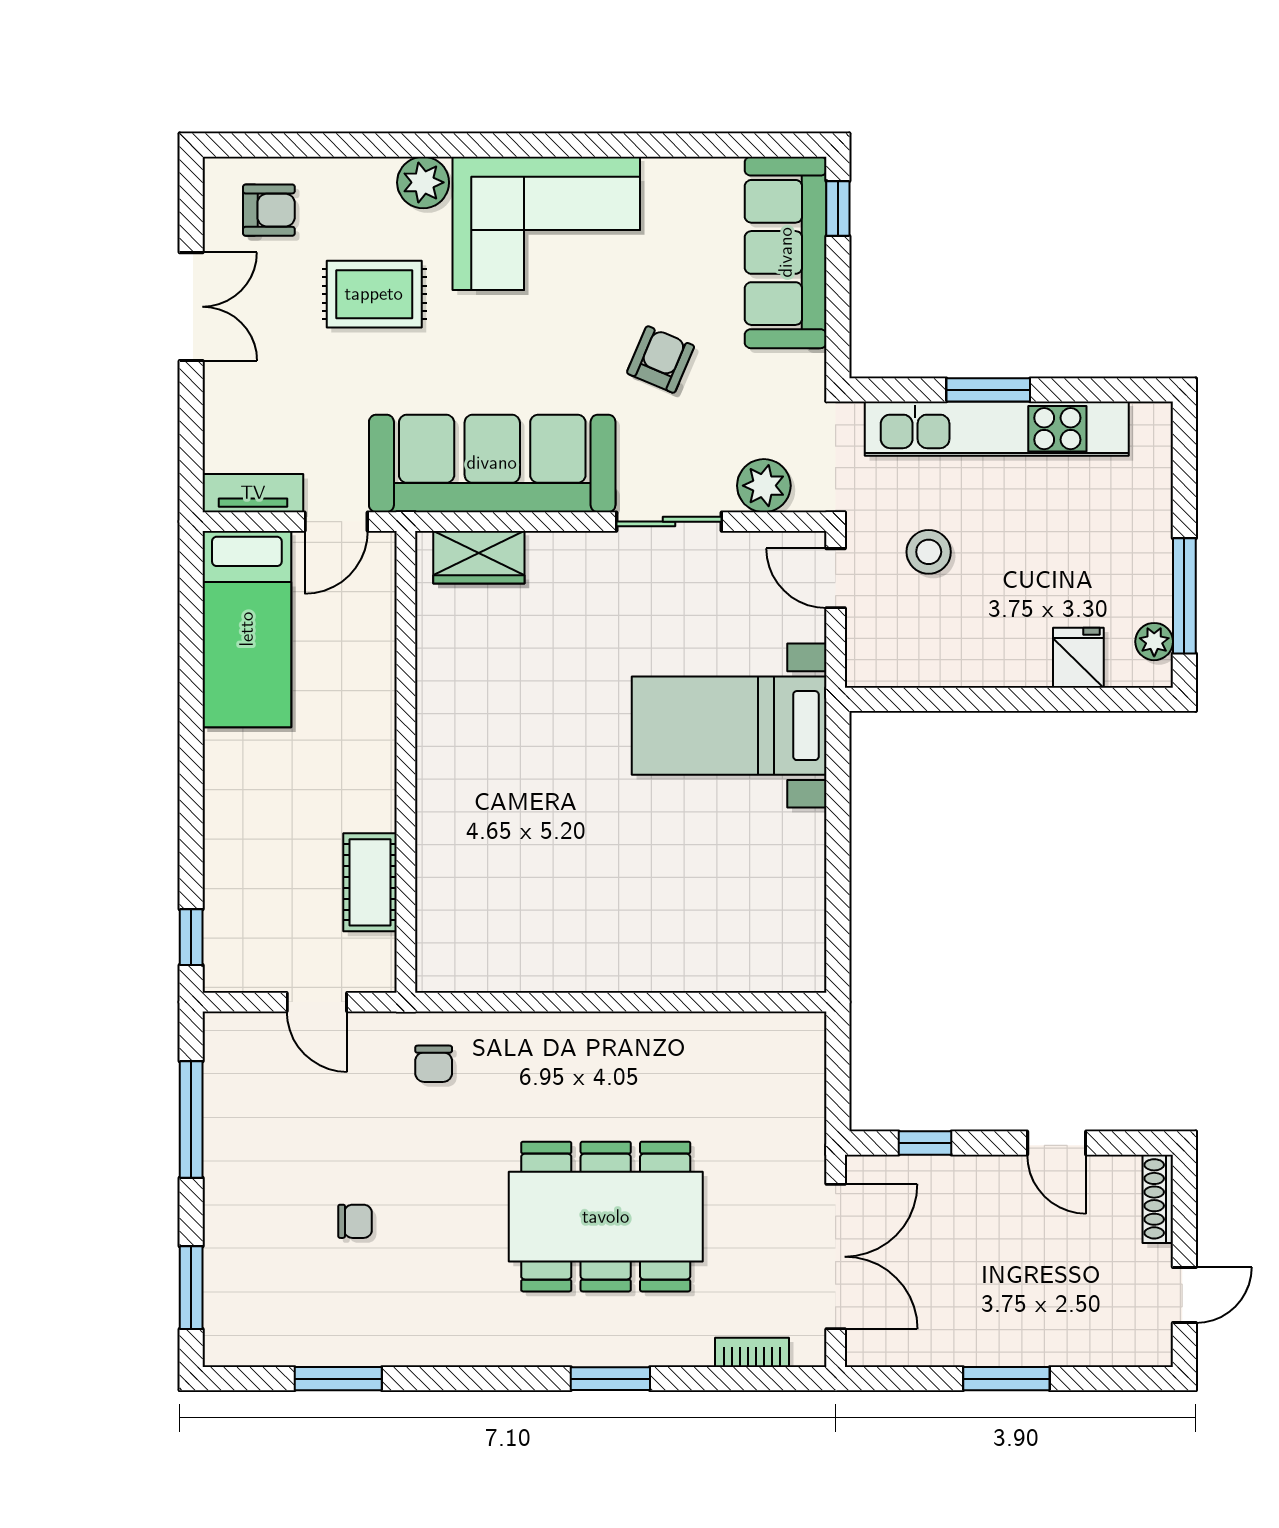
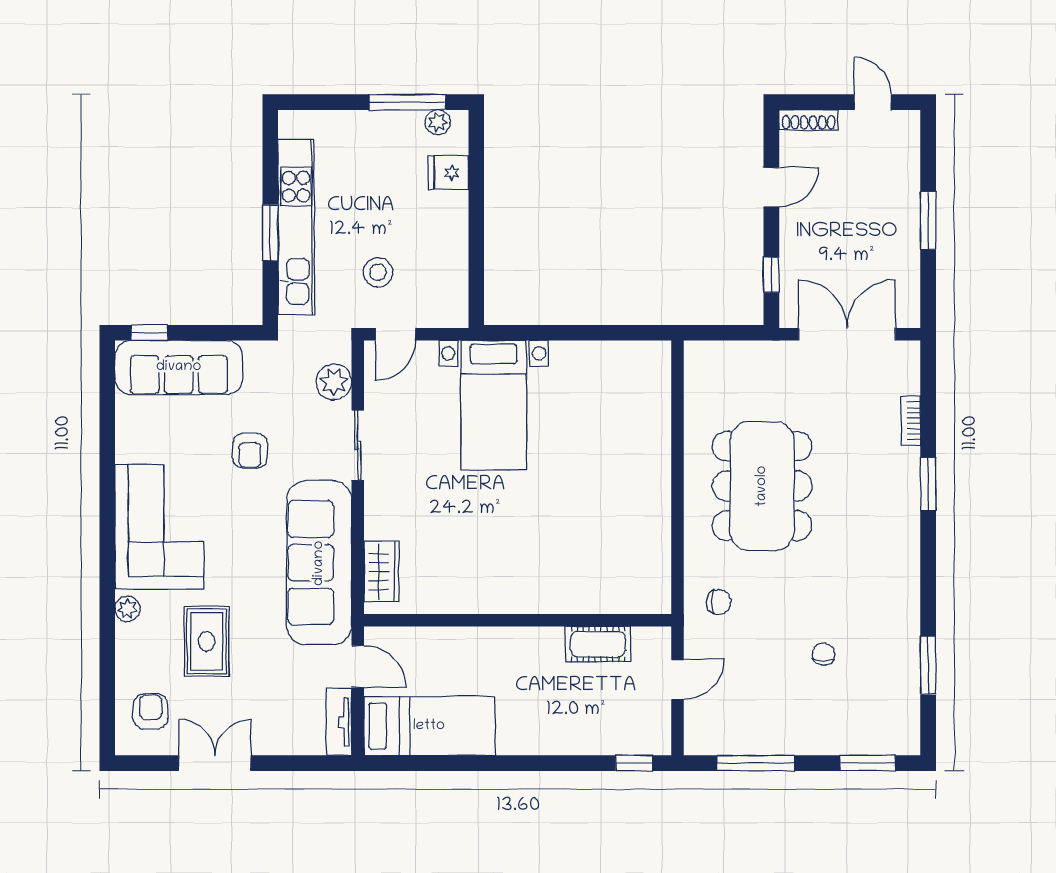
plant: (423, 182) -> (127, 609), width x0.73, depth x0.73
armchair: (661, 360) -> (250, 451), turned -113
dining table: (606, 1217) -> (762, 486), moved
bookcase: (752, 1352) -> (911, 421), moved

